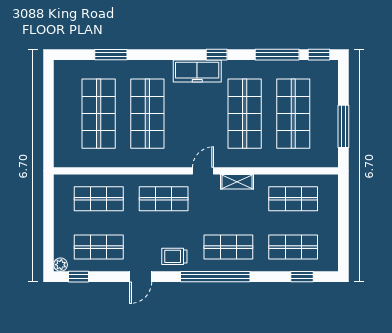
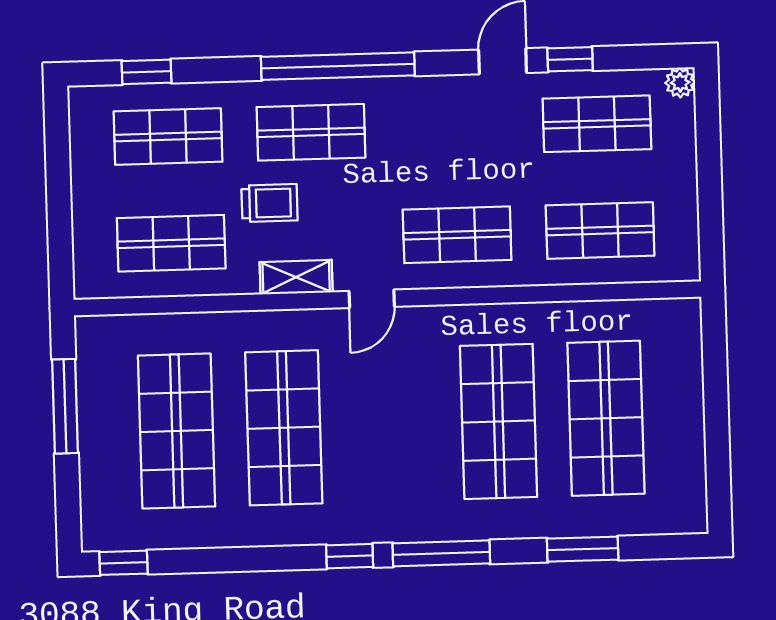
window: (277, 55) -> (441, 553), moved
freezer: (197, 71) -> (391, 519), removed
trolley: (174, 256) -> (269, 203), moved
window: (78, 277) -> (570, 59), moved

